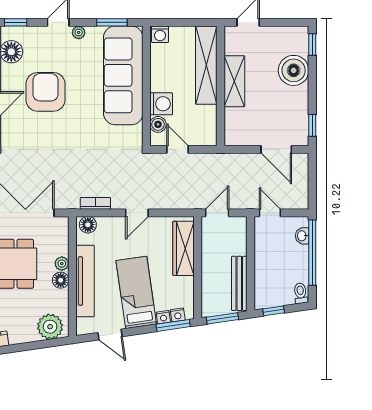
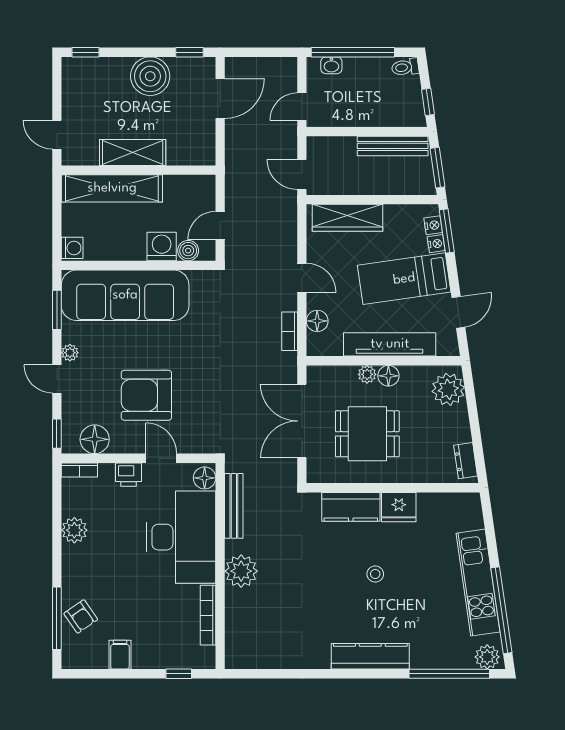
boiler: (294, 70) -> (150, 76), moved
floor lamp: (88, 225) -> (317, 321), moved

